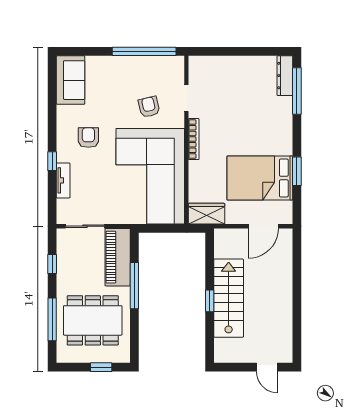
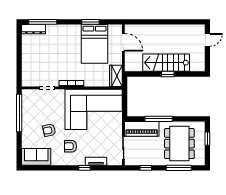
armchair: (149, 107) -> (49, 130), moved

